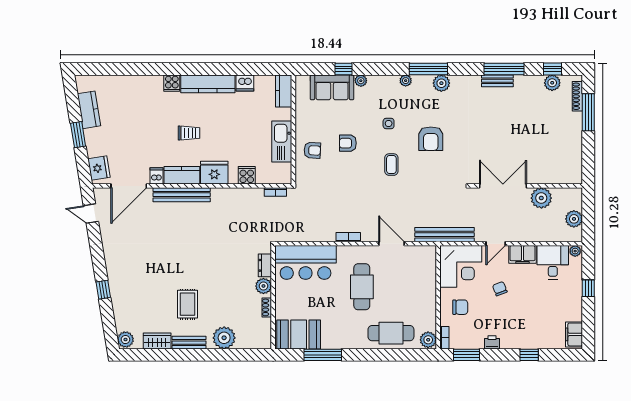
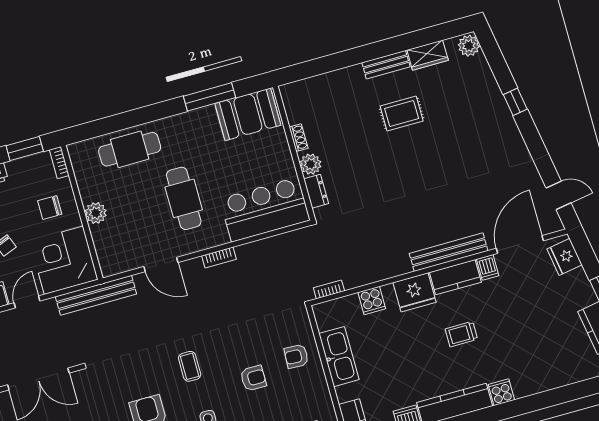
rug: (188, 304) -> (402, 113), turned 90
plant: (224, 338) -> (343, 83), removed
plant: (428, 340) -> (96, 213), moved

